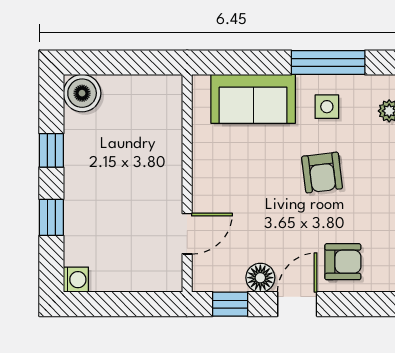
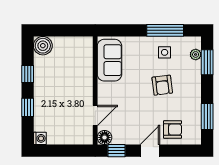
sofa: (253, 99) -> (109, 60), moved, turned -90
floor lamp: (260, 278) -> (105, 137), moved

